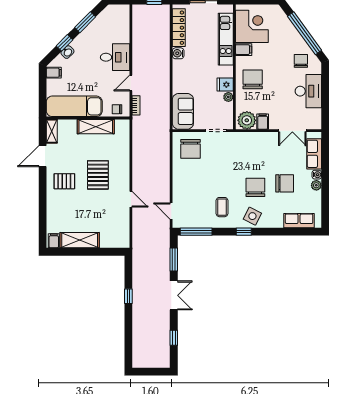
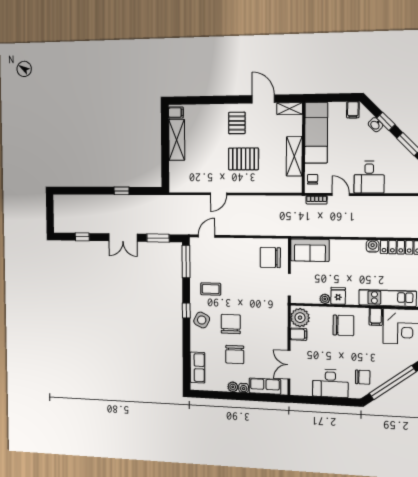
chair: (255, 187) -> (231, 324), turned -90

